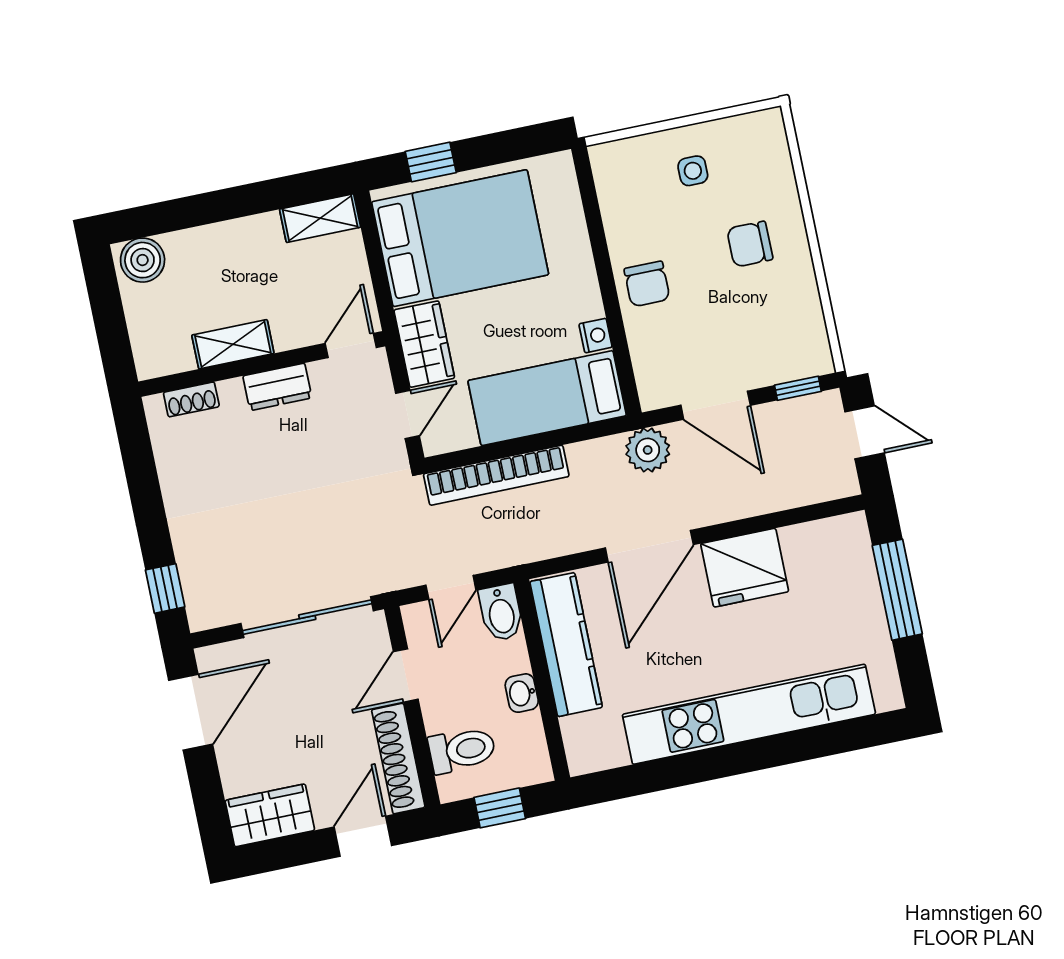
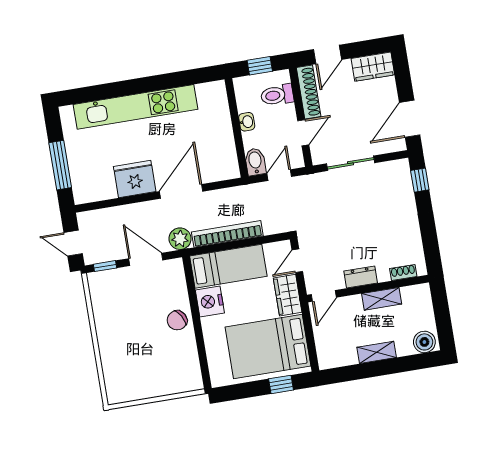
side table: (693, 171) -> (152, 375), removed
shelving: (320, 218) -> (377, 352), moved
chair: (750, 244) -> (126, 338), removed
chair: (647, 284) -> (177, 320), turned -120
nightstand: (596, 336) -> (210, 301), width x1.89, depth x1.79
bookcase: (496, 475) -> (227, 234), moved
sliding door: (307, 617) -> (351, 163), width x0.73
kitchen counter: (566, 645) -> (224, 145), removed

